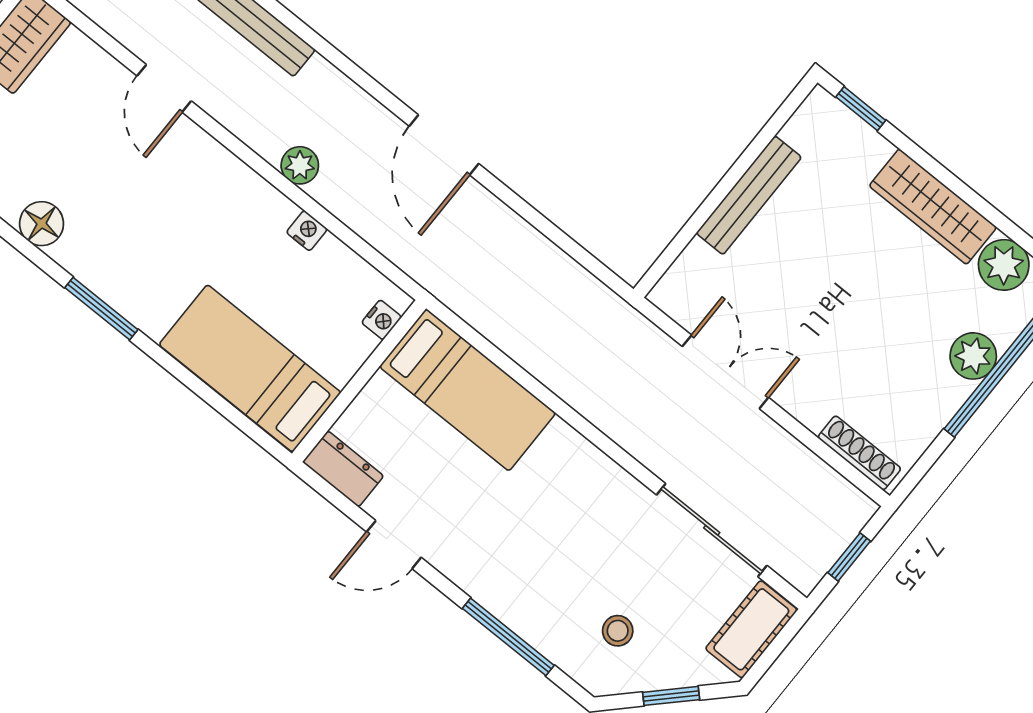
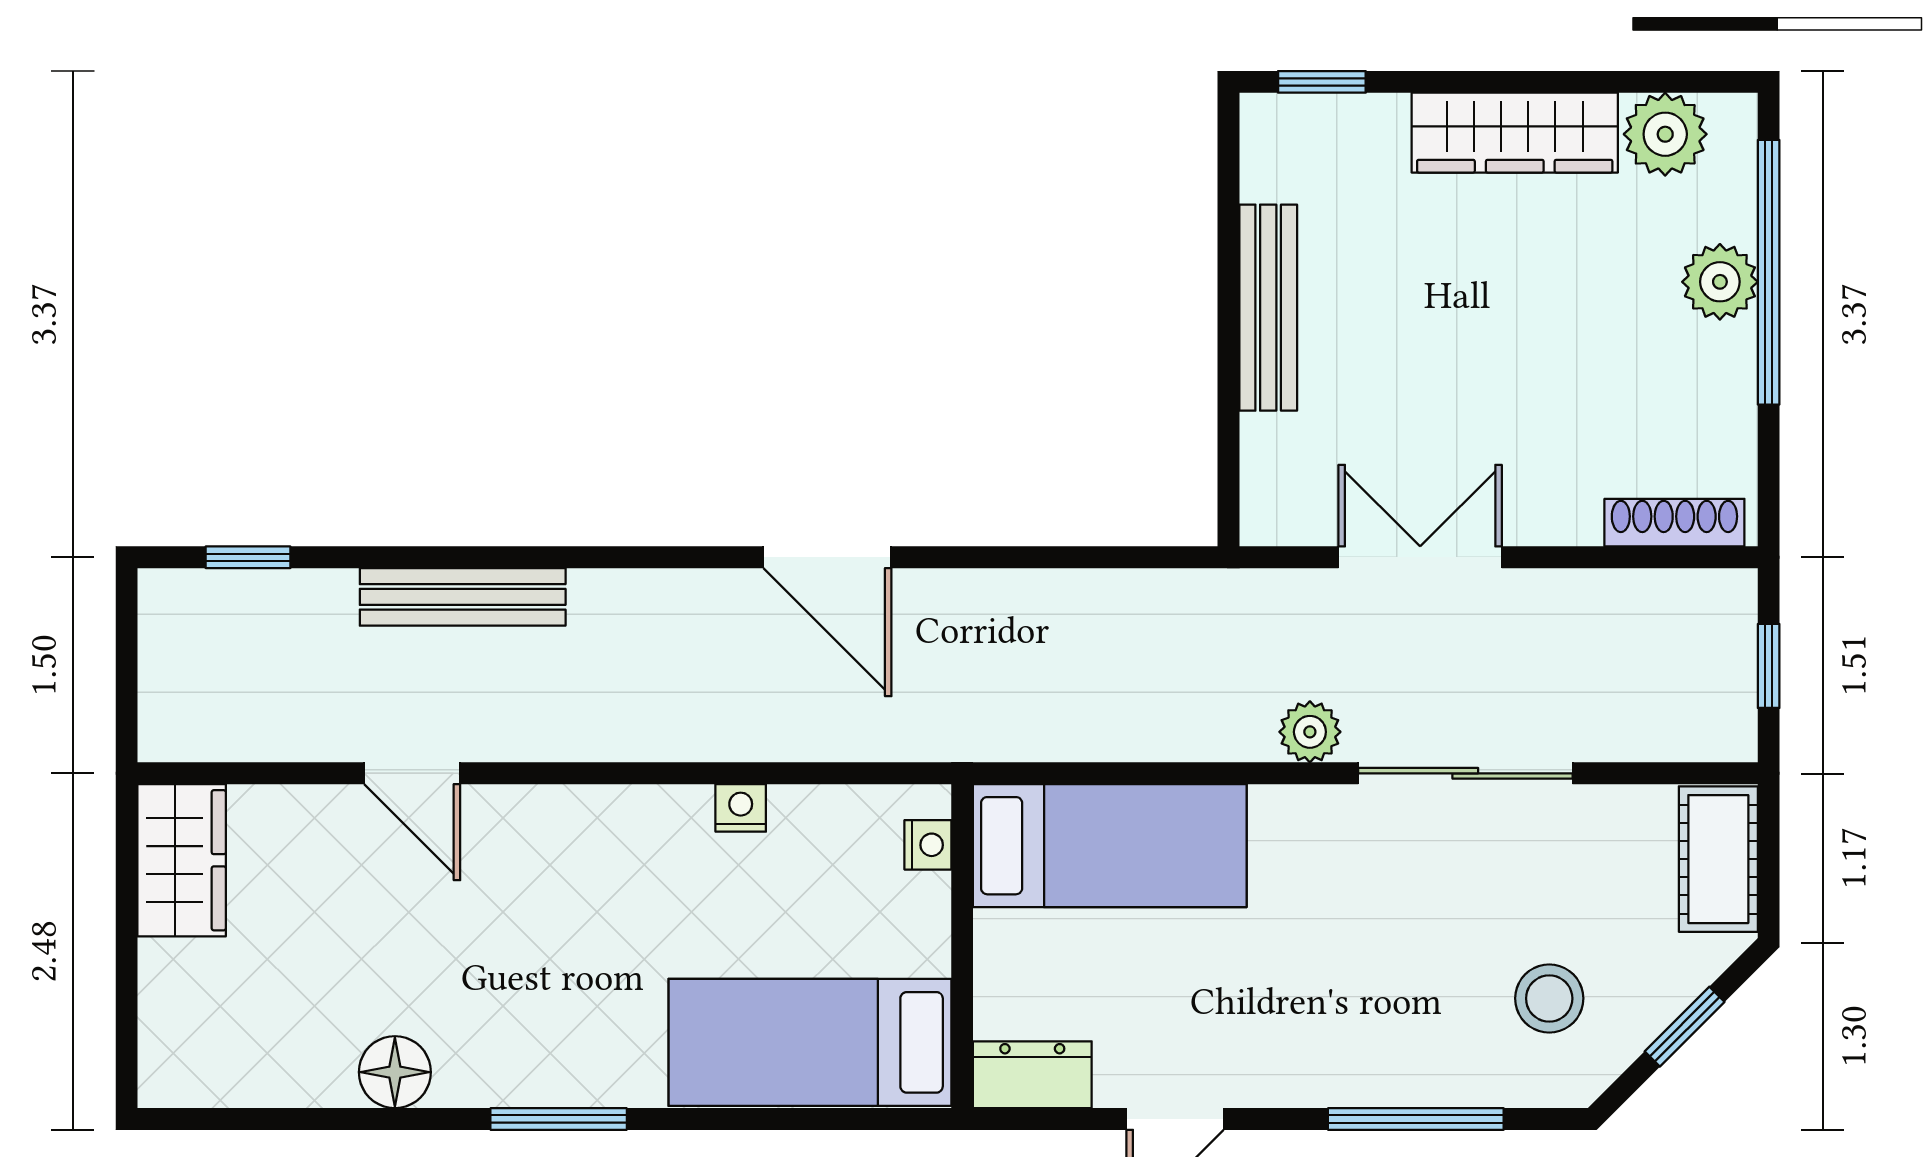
plant: (300, 165) -> (1310, 732), moved
sliding door: (712, 530) -> (1465, 773), moved
stool: (618, 631) -> (1549, 998), width x1.37, depth x1.37

